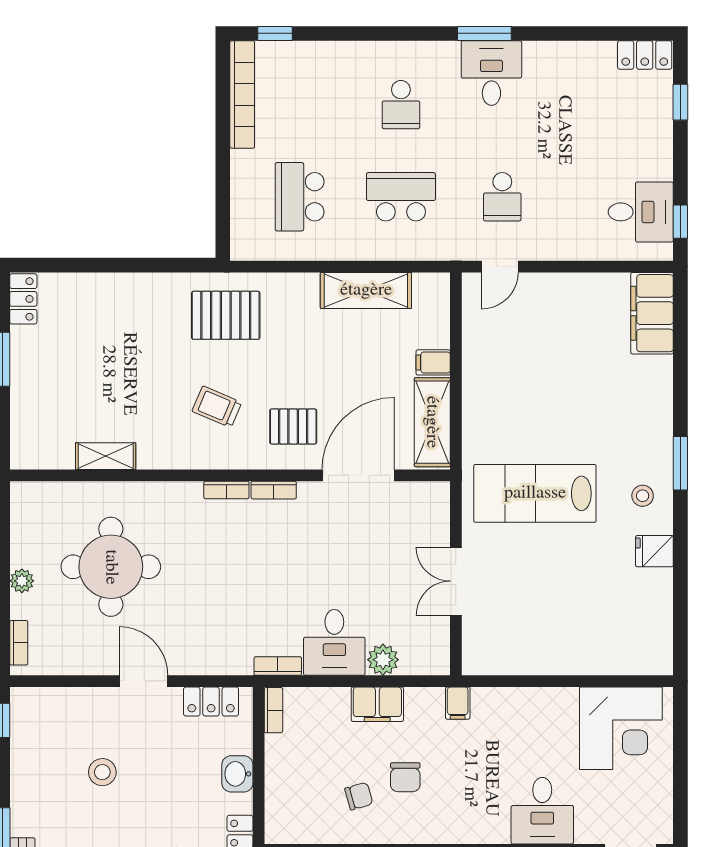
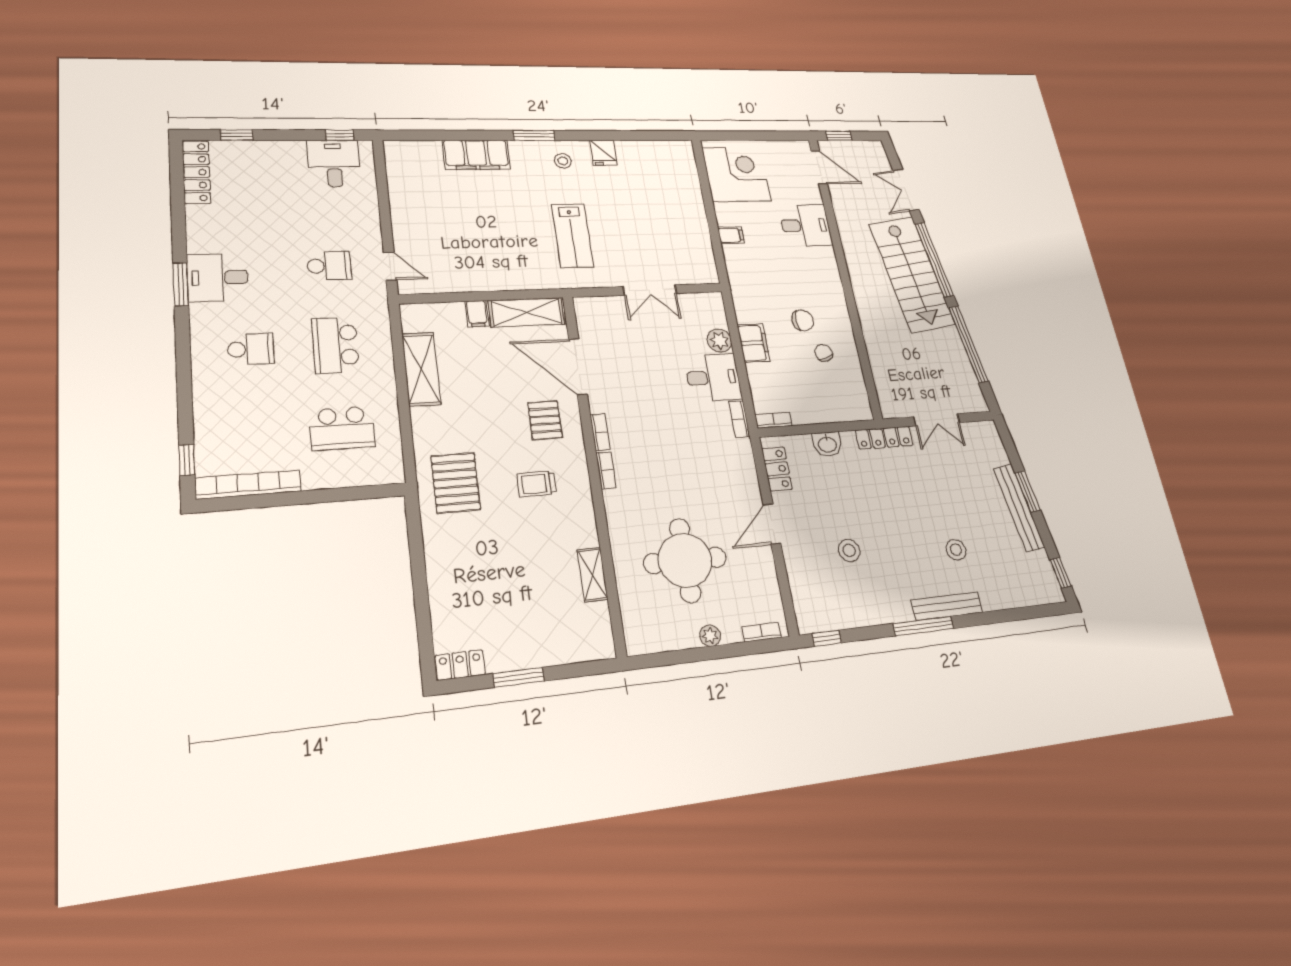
locker: (645, 55) -> (196, 172), width x1.53
filing cabinet: (652, 313) -> (476, 155), moved
trolley: (217, 407) -> (537, 484), turned 67
lab bench: (535, 493) -> (573, 236), width x0.73, depth x0.72
filing cabinet: (458, 703) -> (731, 235), moved

